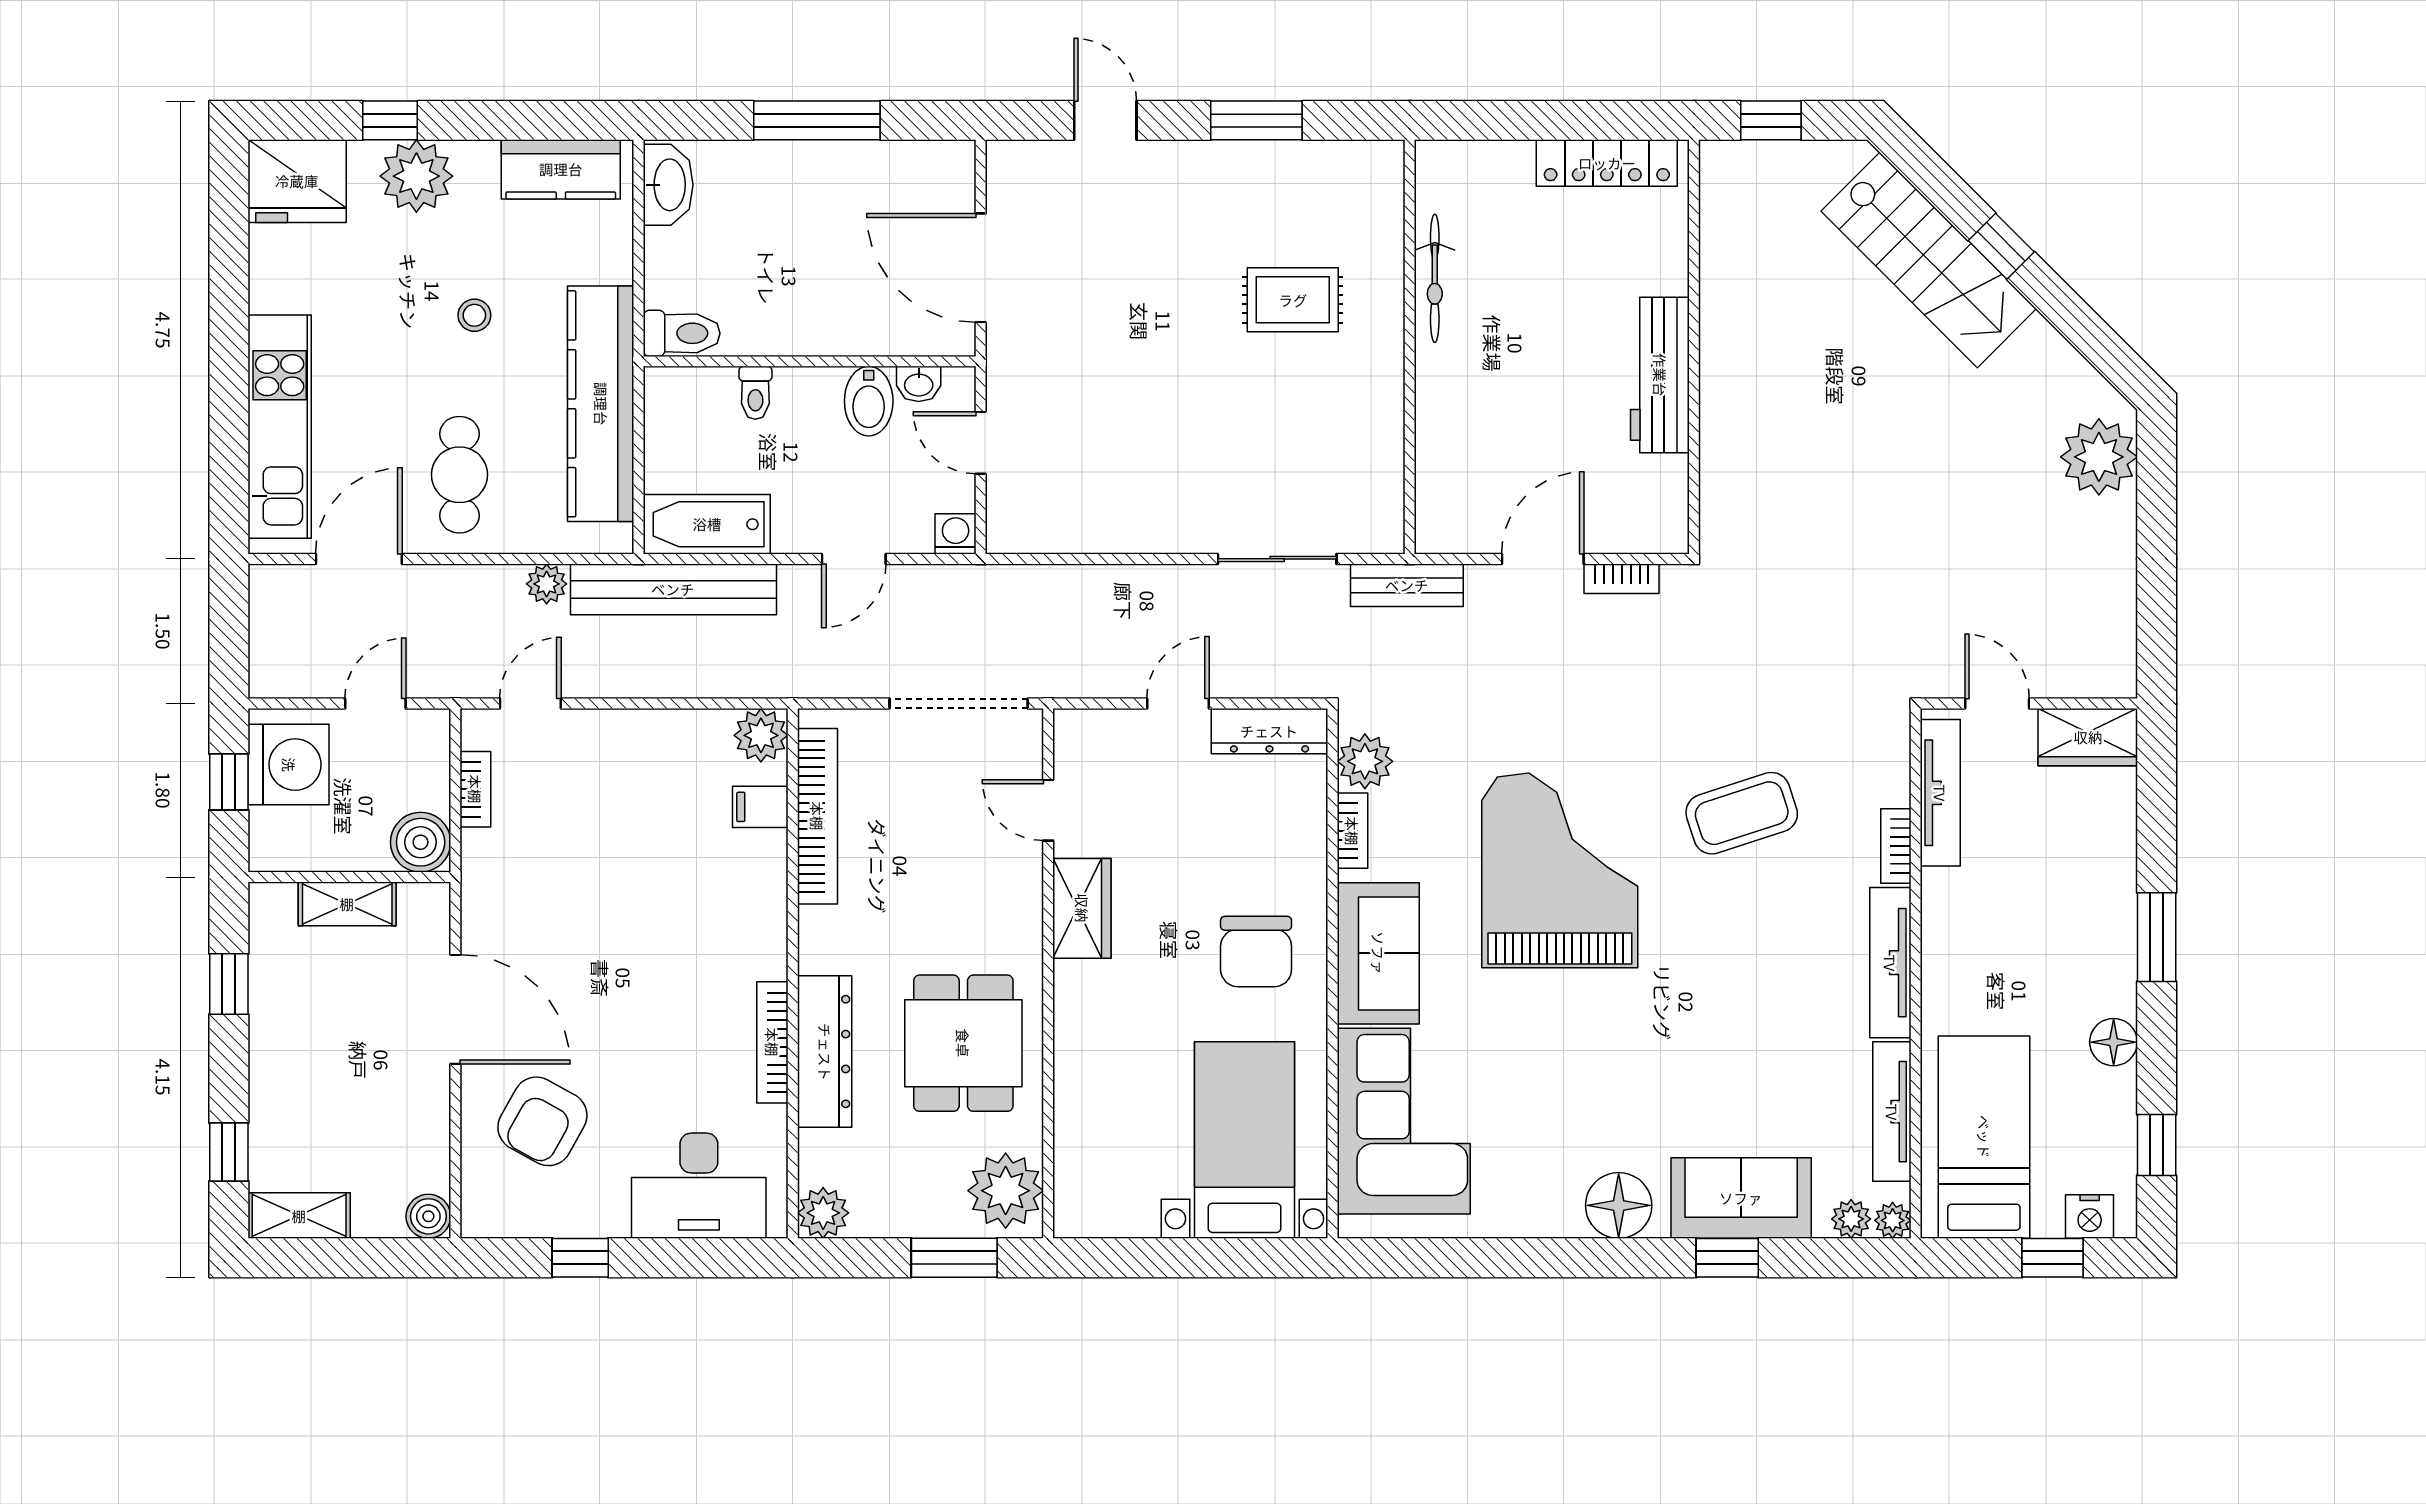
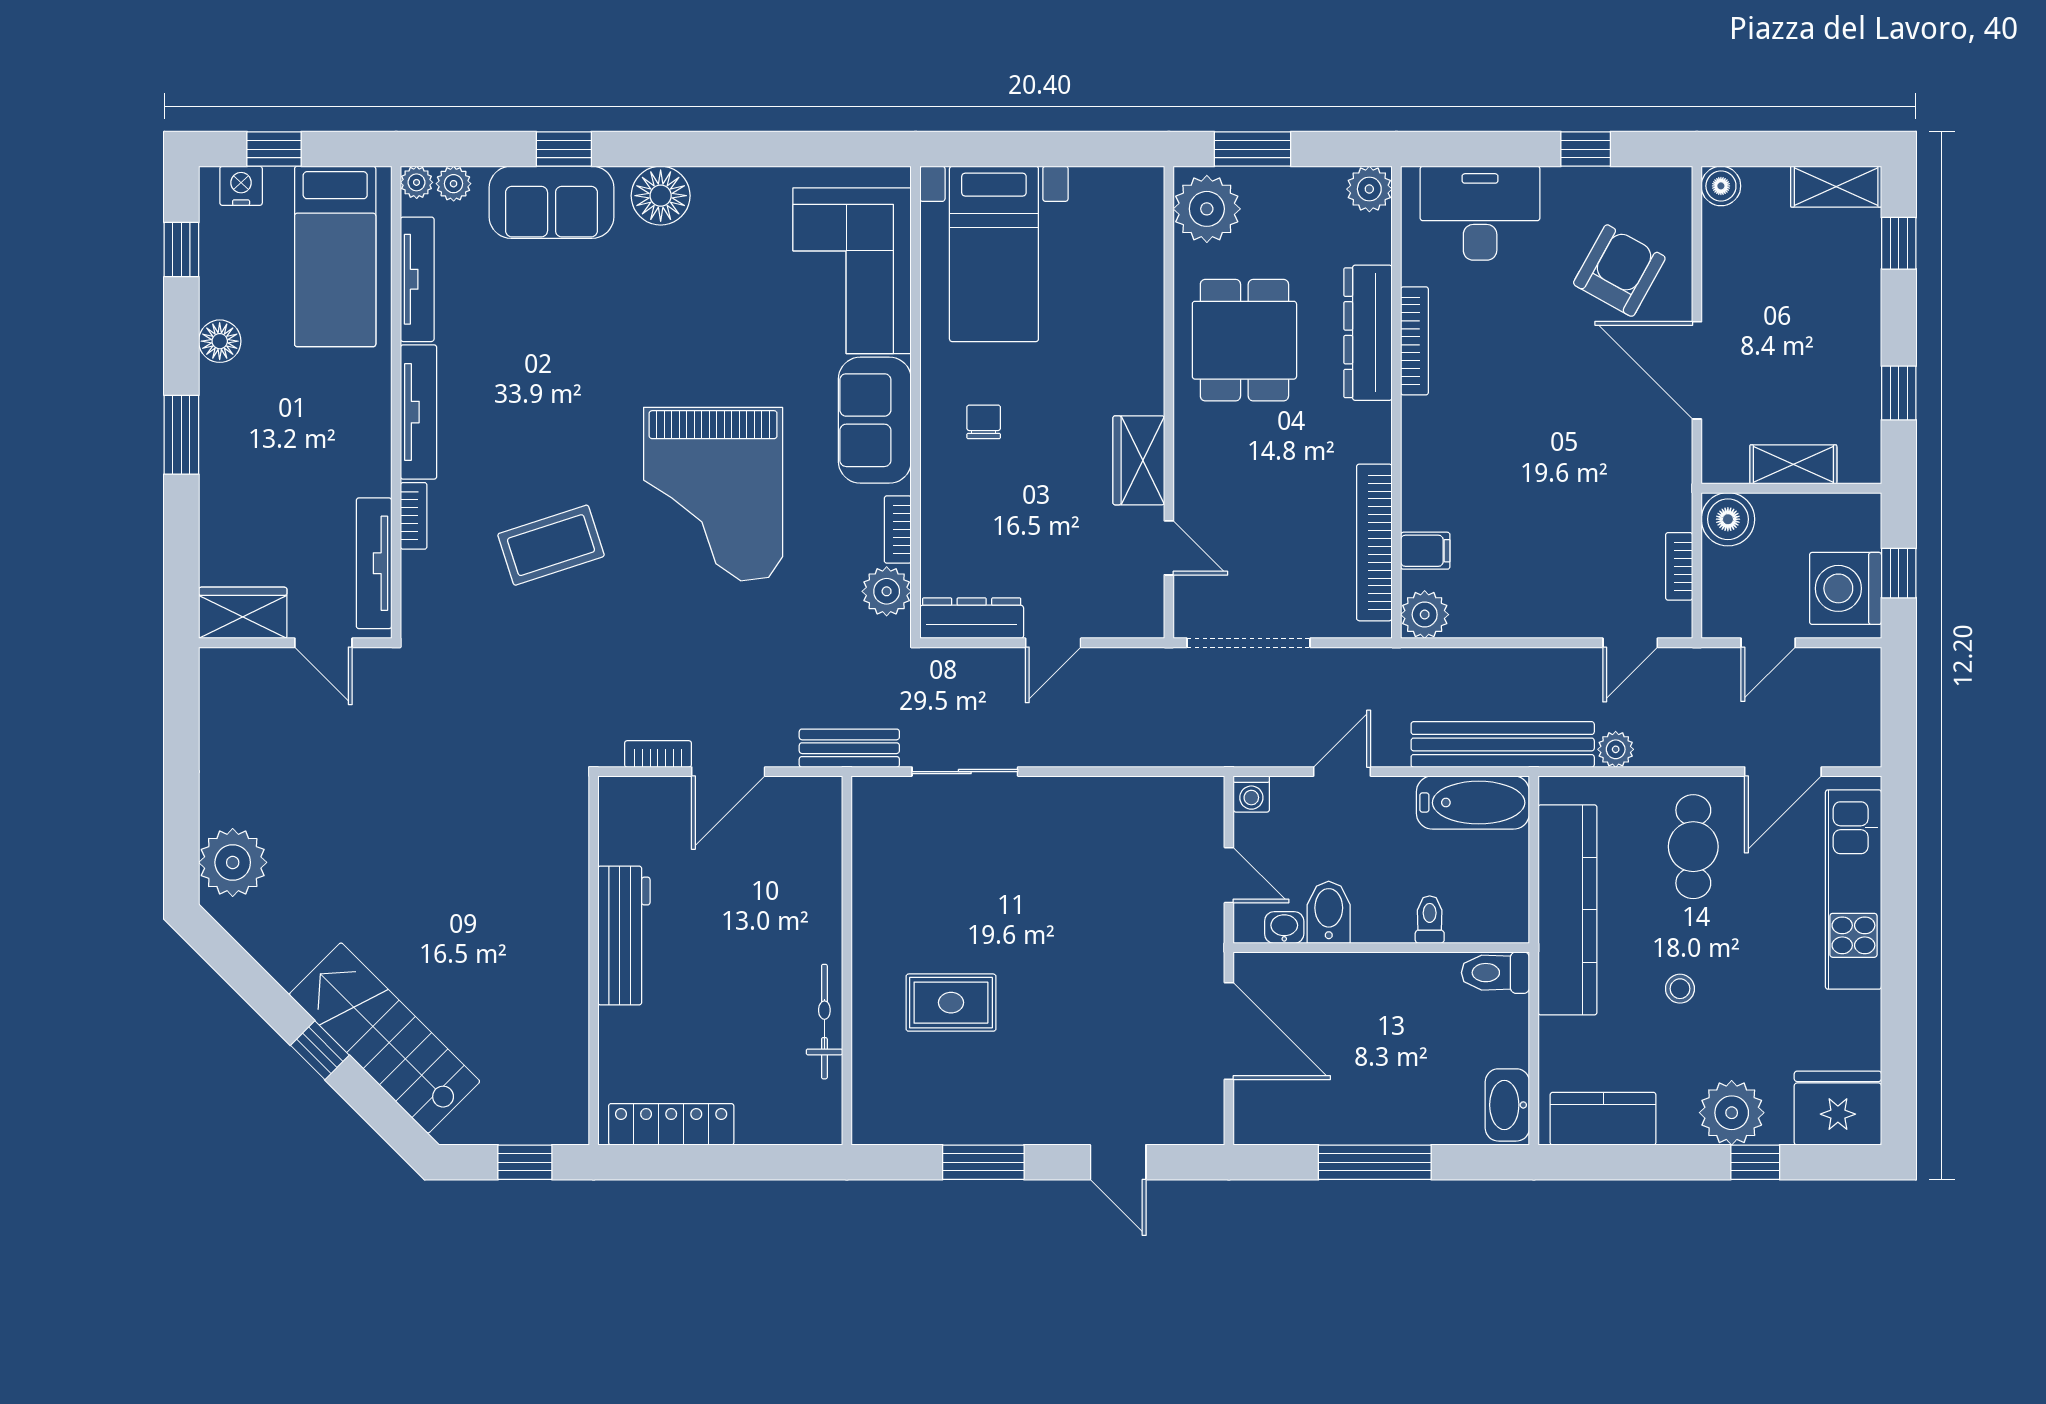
chair: (1256, 952) -> (984, 422), width x0.54, depth x0.54

